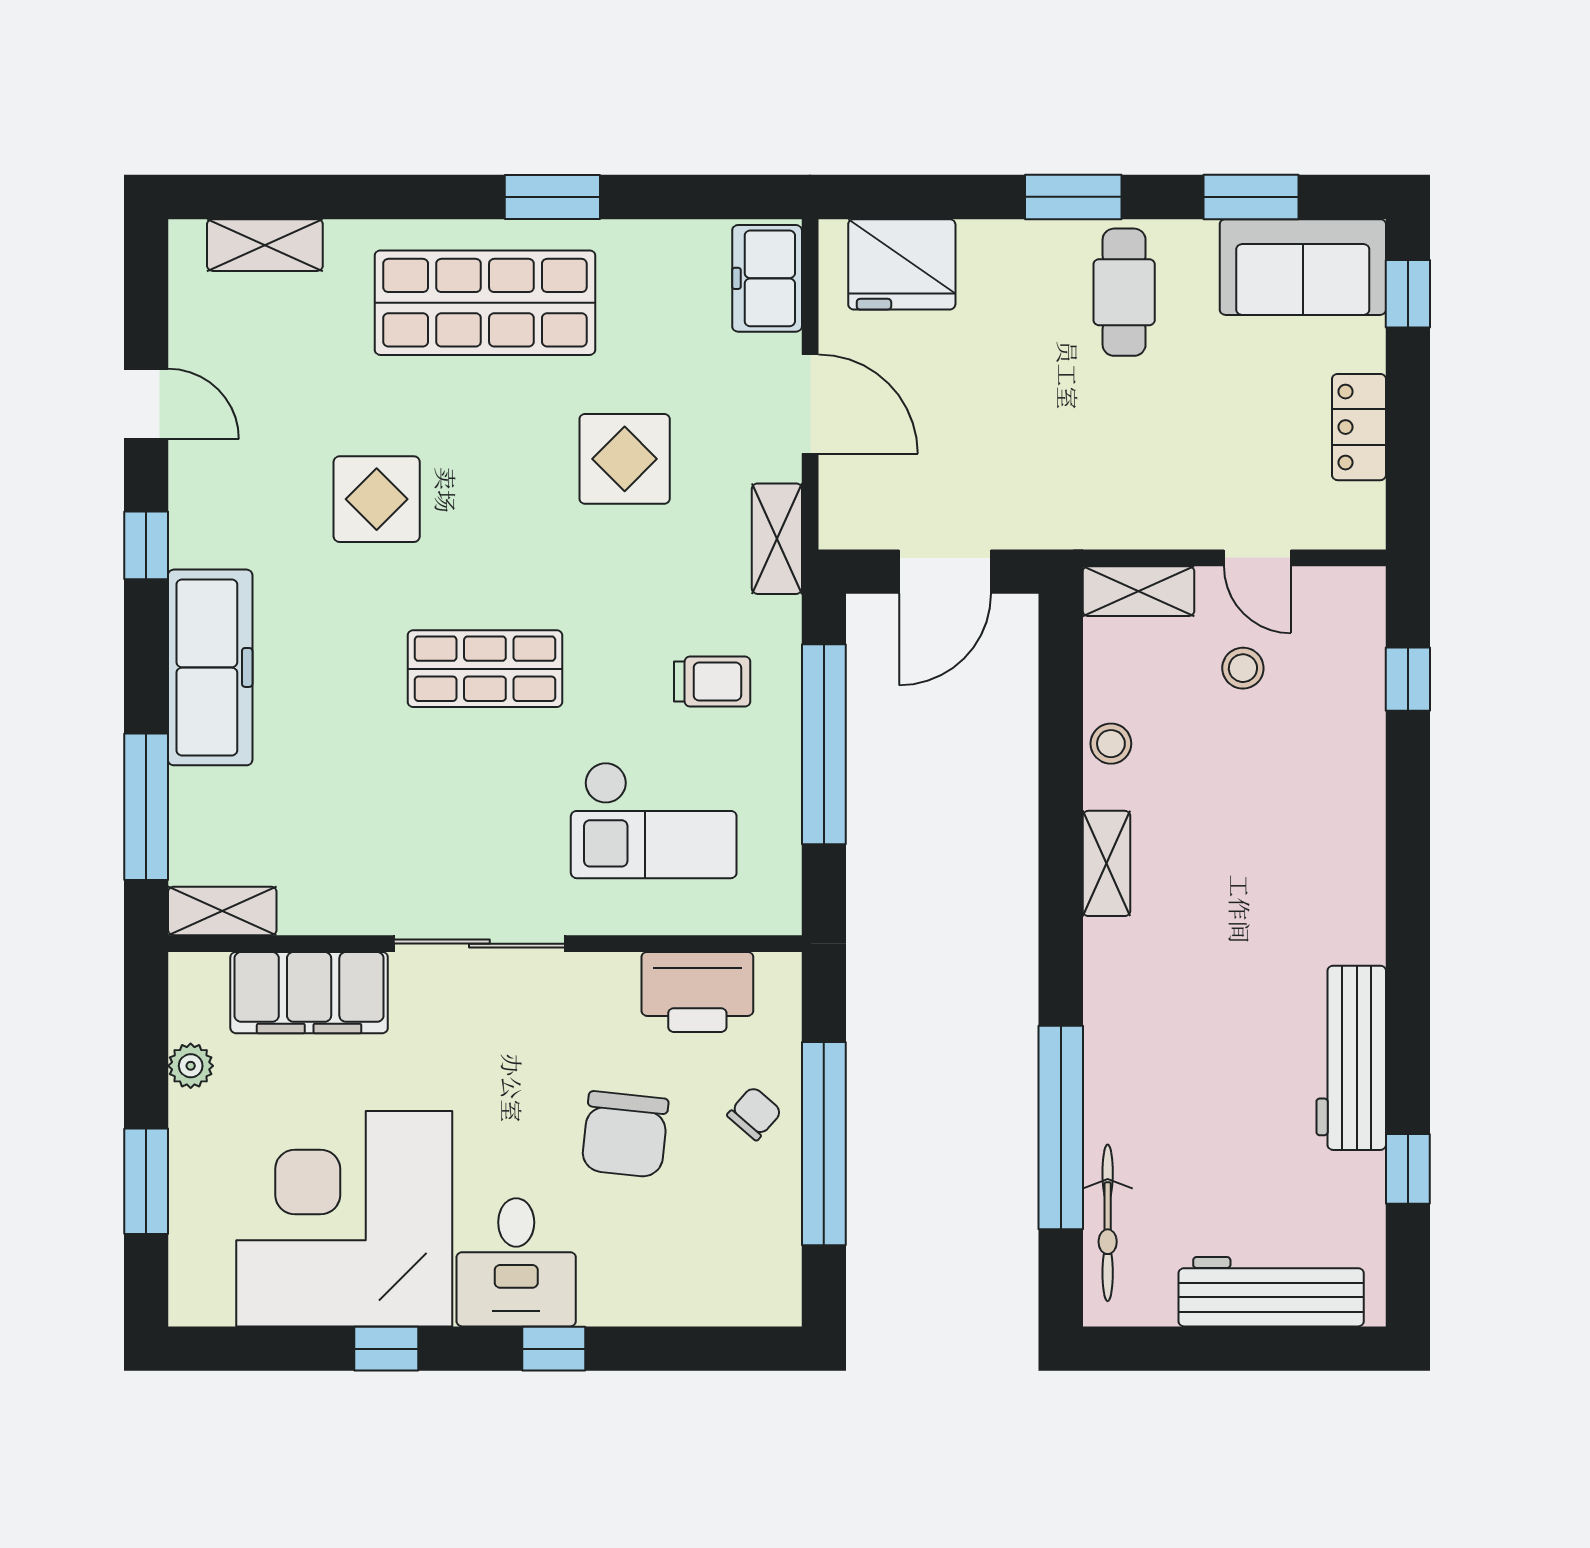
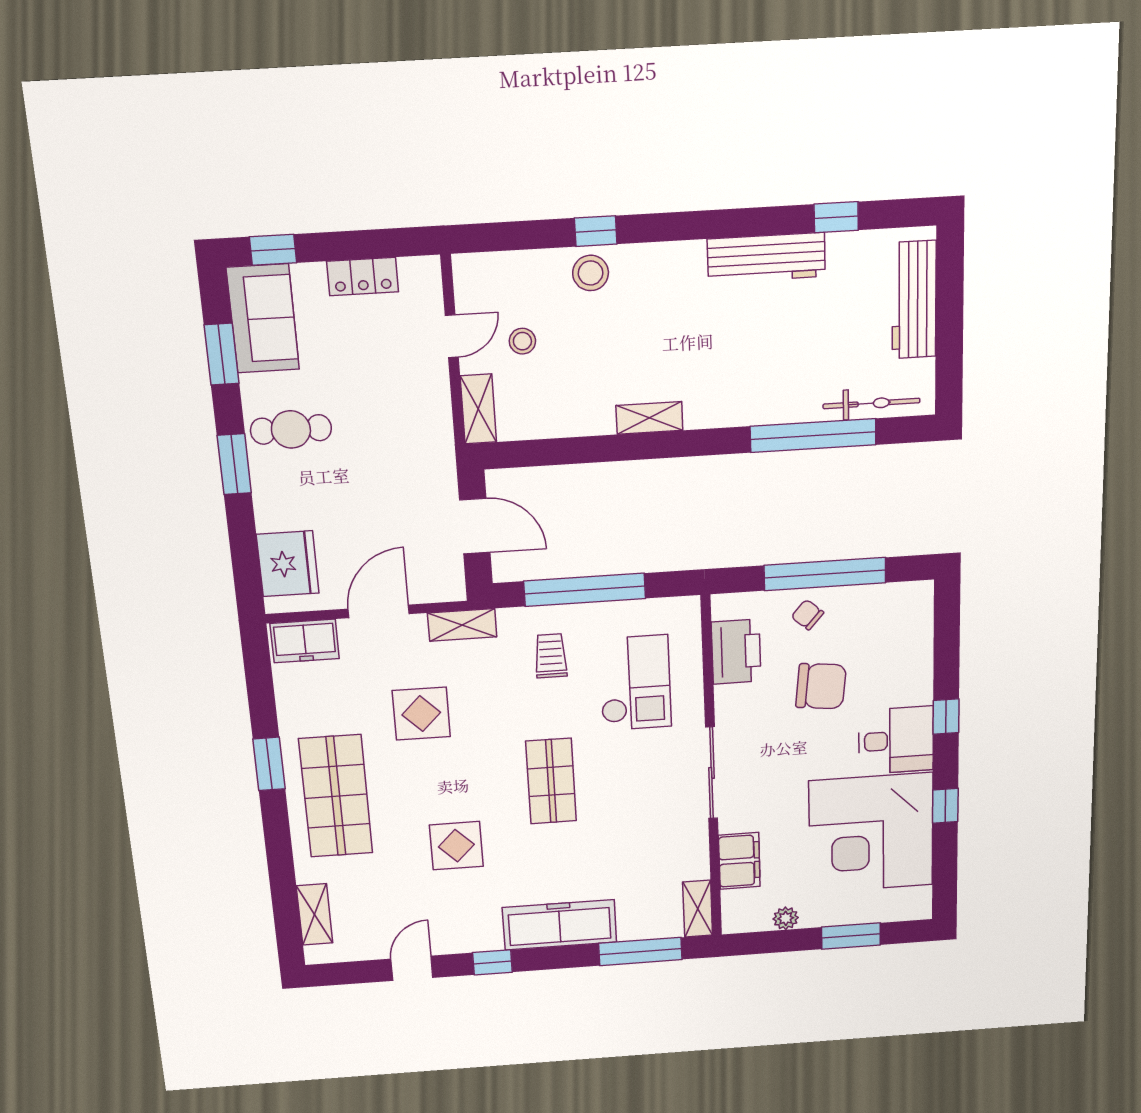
window: (1408, 679) -> (596, 231), moved
stool: (1111, 744) -> (591, 273), moved, width x1.37, depth x1.37
filing cabinet: (309, 993) -> (739, 861), width x0.67, depth x0.86

